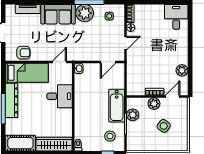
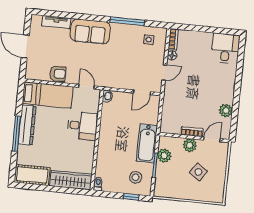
plant: (85, 13) -> (121, 33), removed
armchair: (23, 53) -> (58, 74), moved
door: (60, 62) -> (86, 87), hinge flipped

